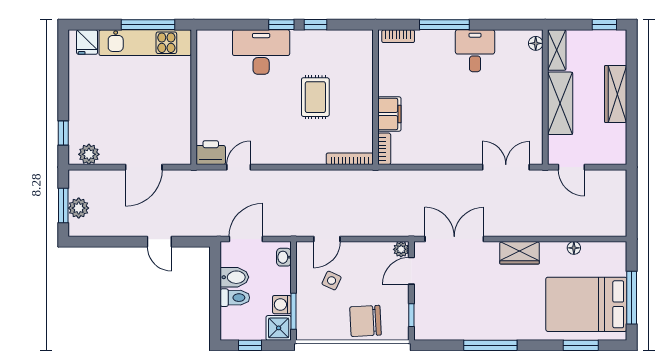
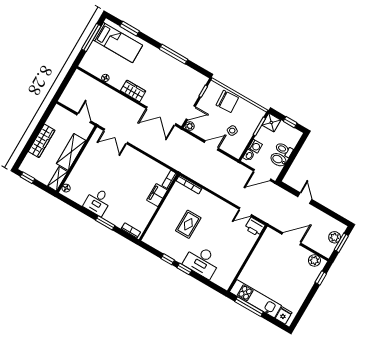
window: (444, 25) -> (105, 223), width x0.69
door: (327, 239) -> (211, 145), moved
bed: (586, 304) -> (118, 43), width x0.67
washing machine: (282, 305) -> (255, 146), moved

